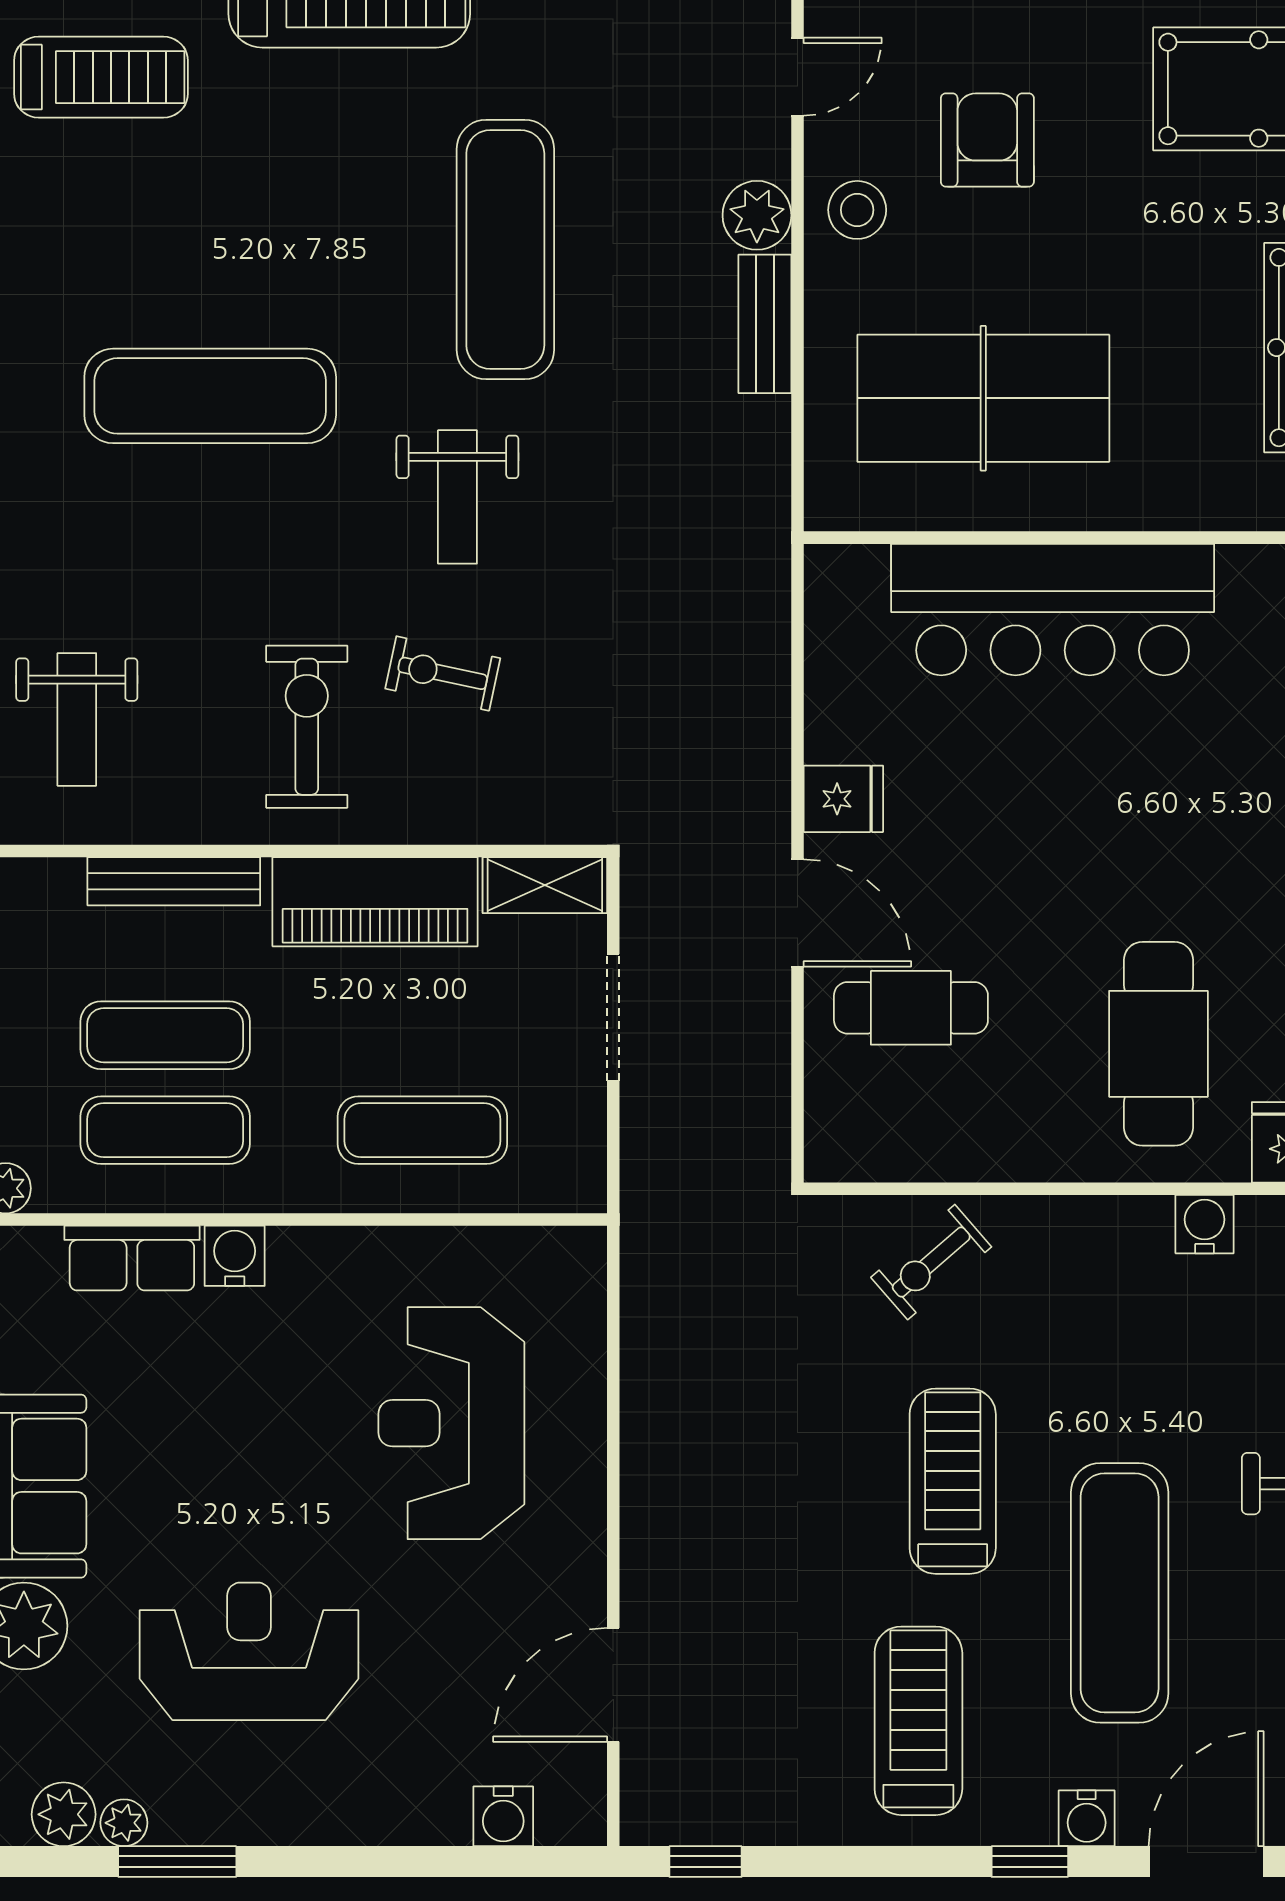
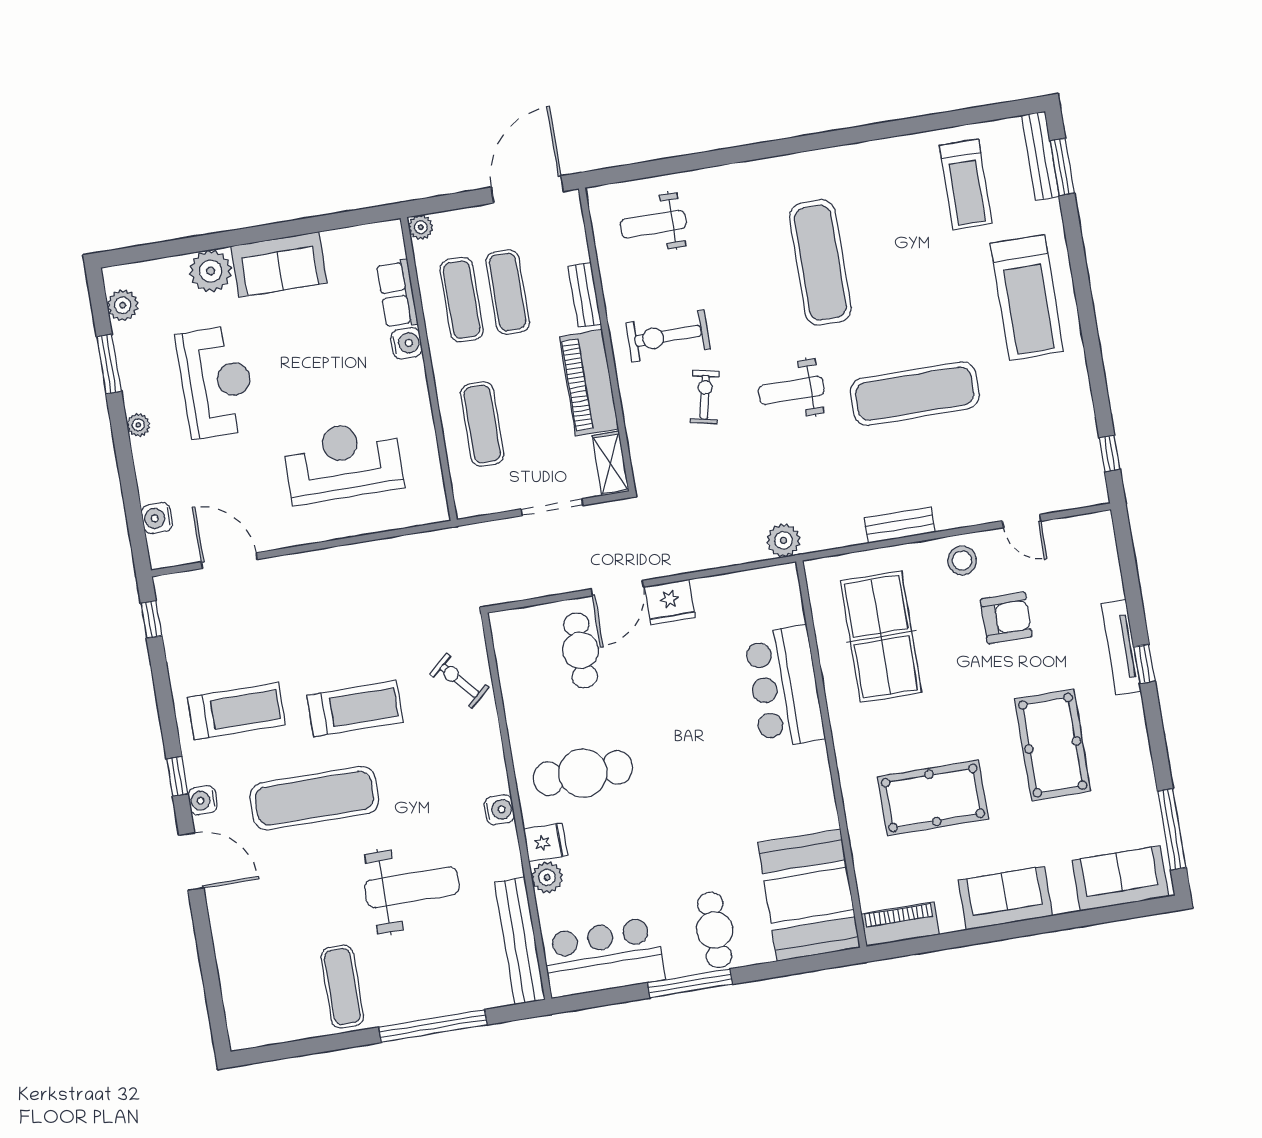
plant: (757, 215) -> (783, 540), moved
bar counter: (1053, 610) -> (784, 687), width x0.73
exercise bike: (307, 727) -> (668, 336), turned 180
fridge: (843, 799) -> (670, 602), width x1.38
bench: (174, 881) -> (585, 295), width x0.73
plant: (124, 1823) -> (138, 425), moved

